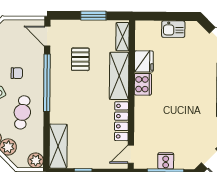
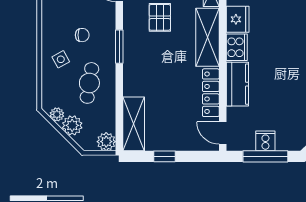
window: (47, 83) -> (119, 47), width x0.47
kitchen counter: (143, 114) -> (237, 84), added
door: (131, 154) -> (223, 133), hinge flipped

